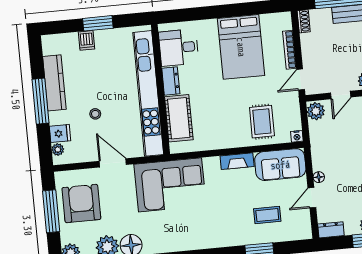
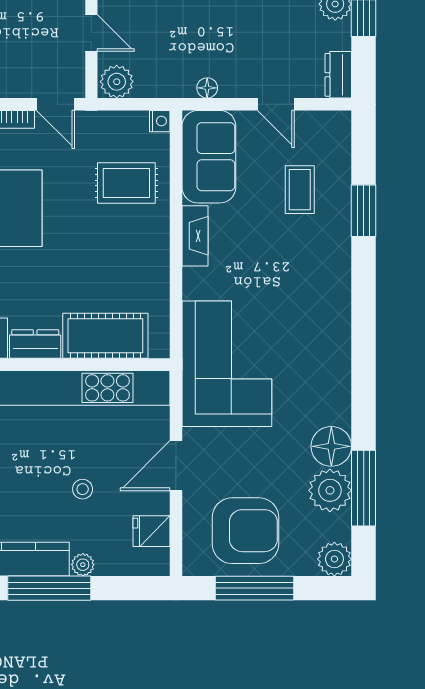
fridge: (60, 133) -> (152, 531), moved, turned -90
plant: (58, 150) -> (83, 565), moved
floor lamp: (319, 177) -> (207, 88), moved
armchair: (81, 203) -> (245, 531), turned 180

